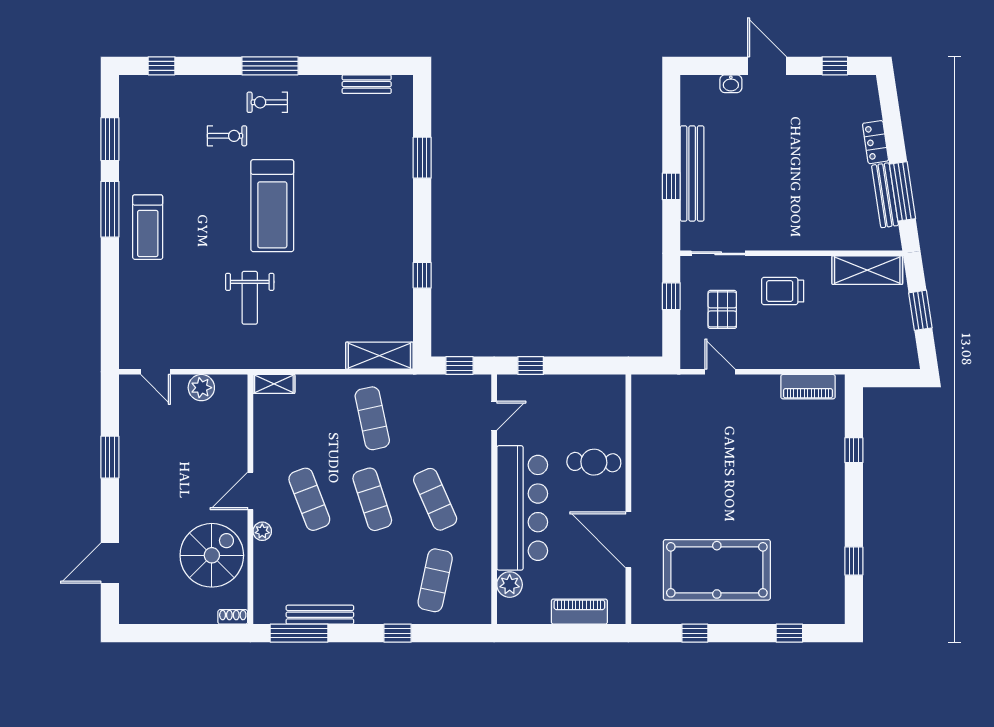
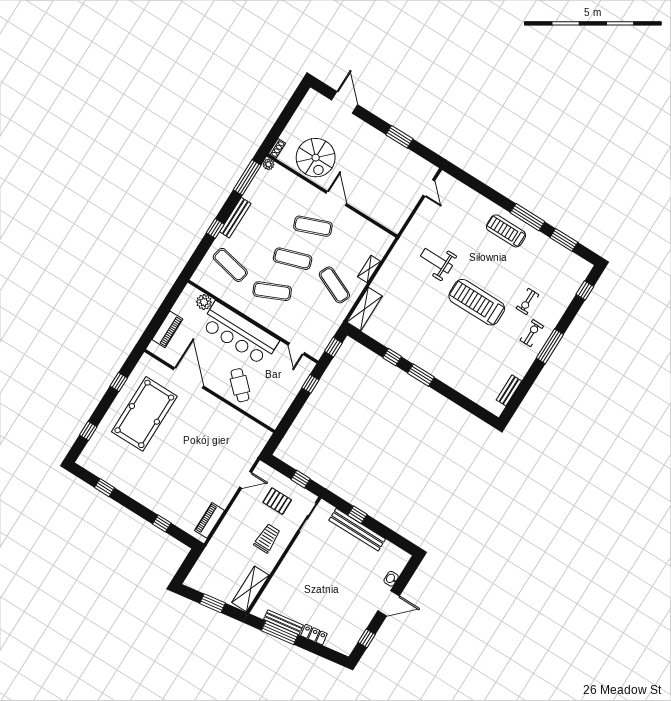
window: (422, 158) -> (421, 375), moved
door: (155, 372) -> (429, 188), swing flipped
shelving: (274, 384) -> (369, 269), moved
plant: (201, 388) -> (406, 207), removed
exercise mat: (372, 418) -> (334, 285), turned 36
cafe table: (594, 462) -> (240, 385), turned -48
plant: (262, 531) -> (268, 164), moved
door: (628, 540) -> (189, 378), hinge flipped
bench: (320, 615) -> (235, 218), moved

